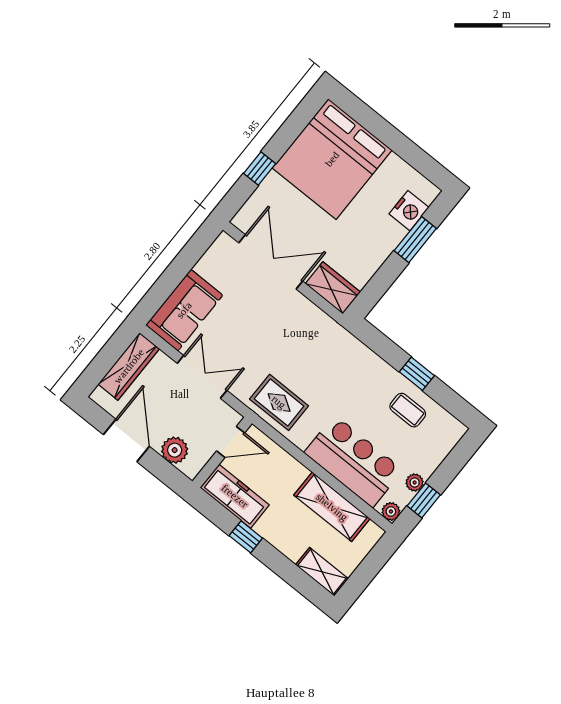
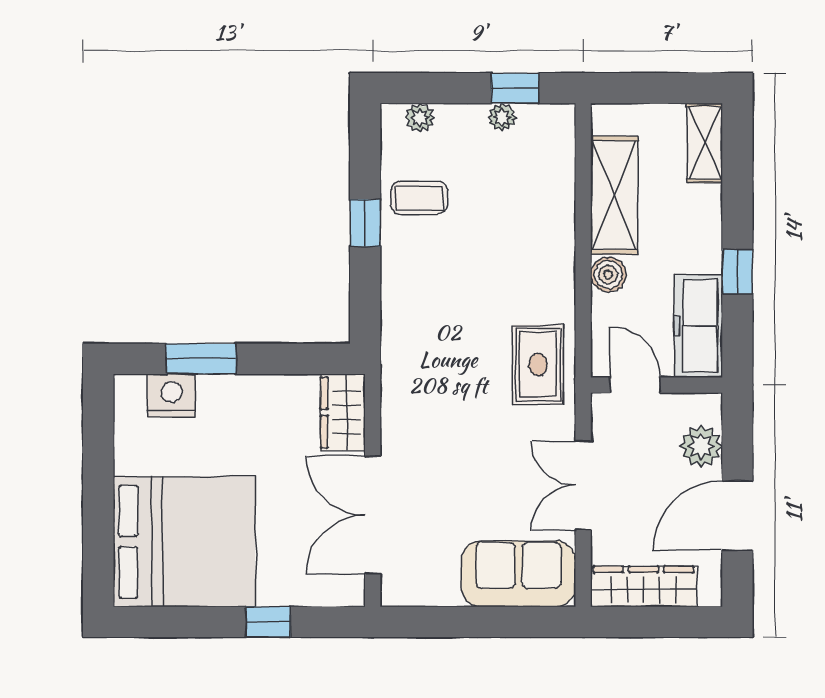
coffee table: (408, 410) -> (419, 198), turned 90
bar counter: (354, 461) -> (536, 214), removed
boiler: (295, 472) -> (608, 275), added
plant: (391, 511) -> (420, 118), moved

